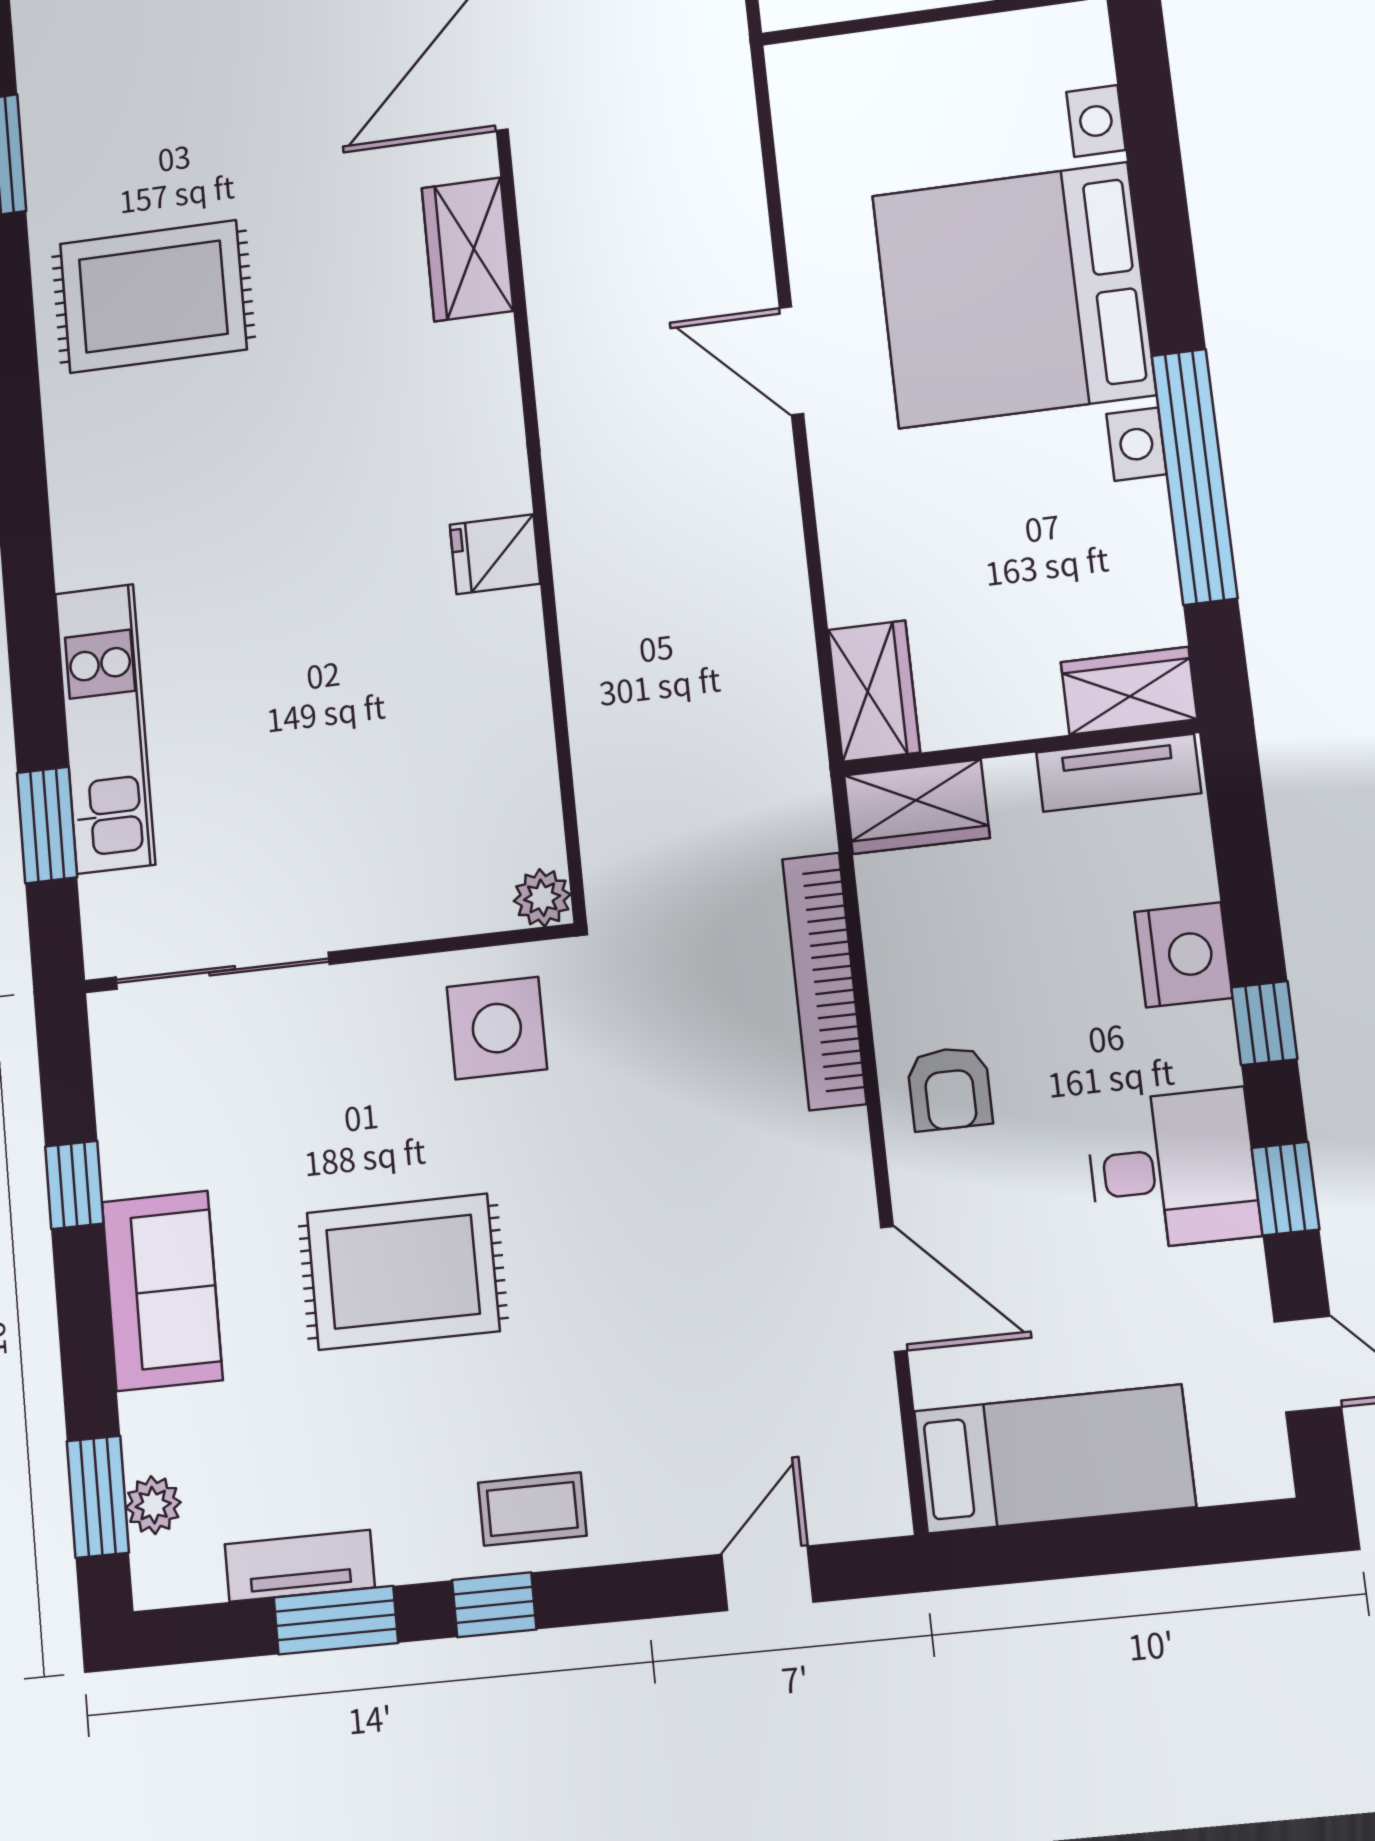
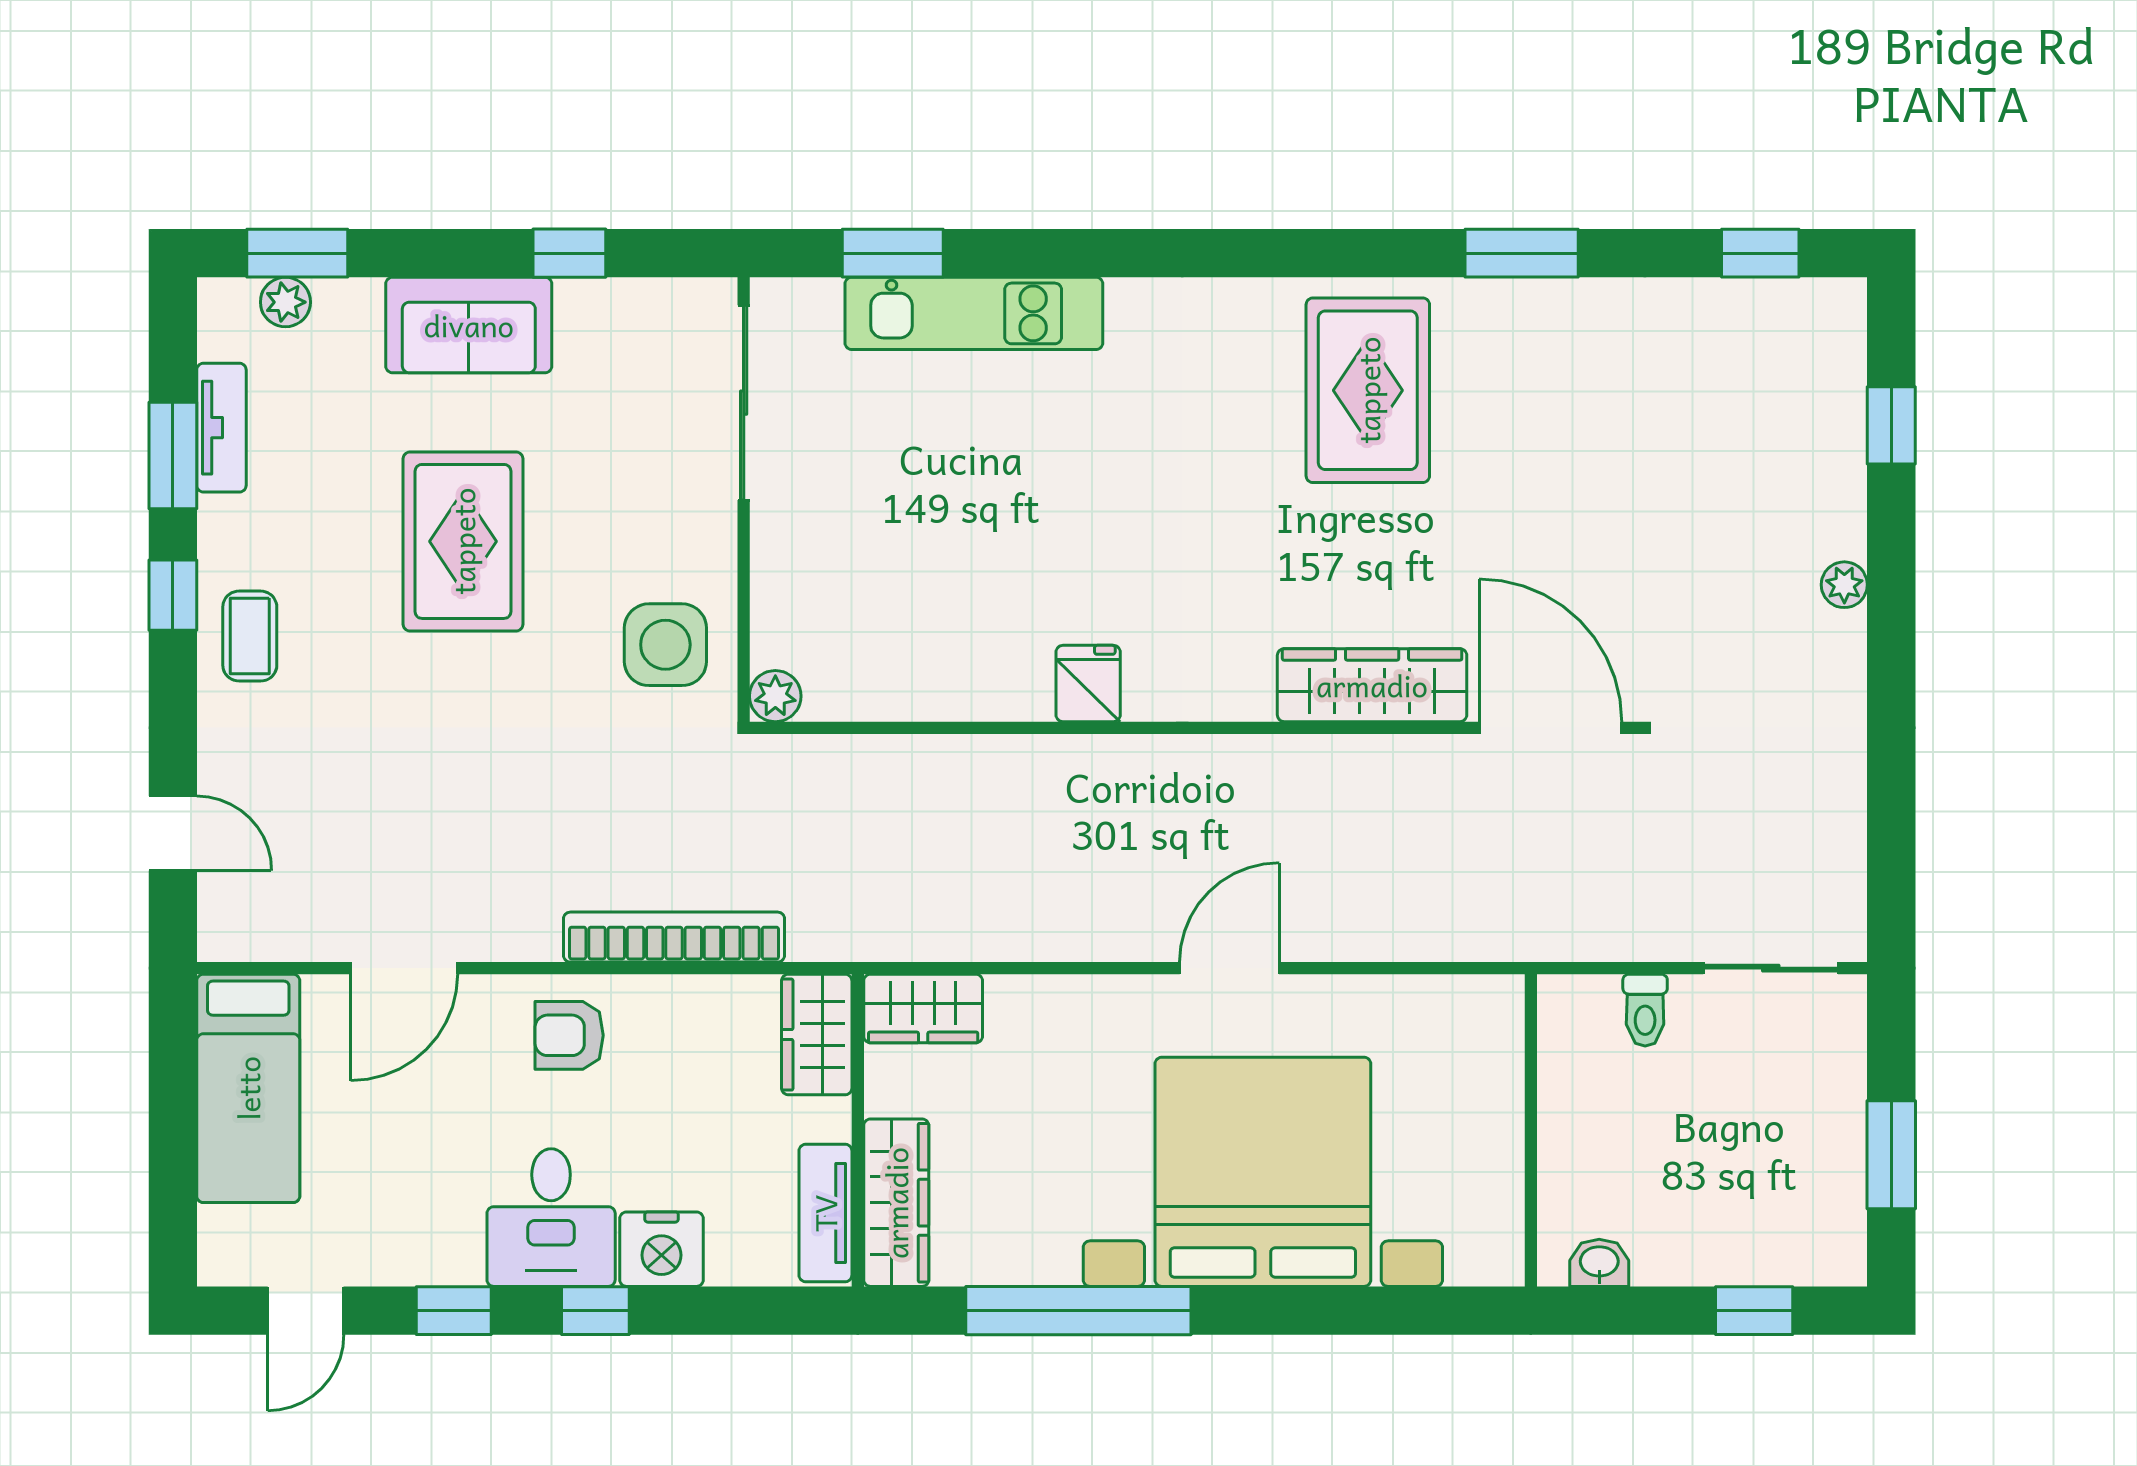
wardrobe: (467, 249) -> (1372, 685), width x1.50
wardrobe: (1129, 691) -> (896, 1203), width x1.50
desk: (1173, 1170) -> (551, 1218), moved

